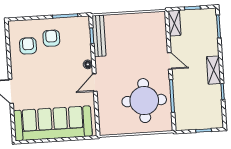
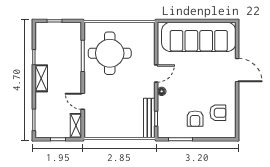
armchair: (28, 46) -> (218, 113), turned -90
door: (170, 61) -> (83, 101), moved

